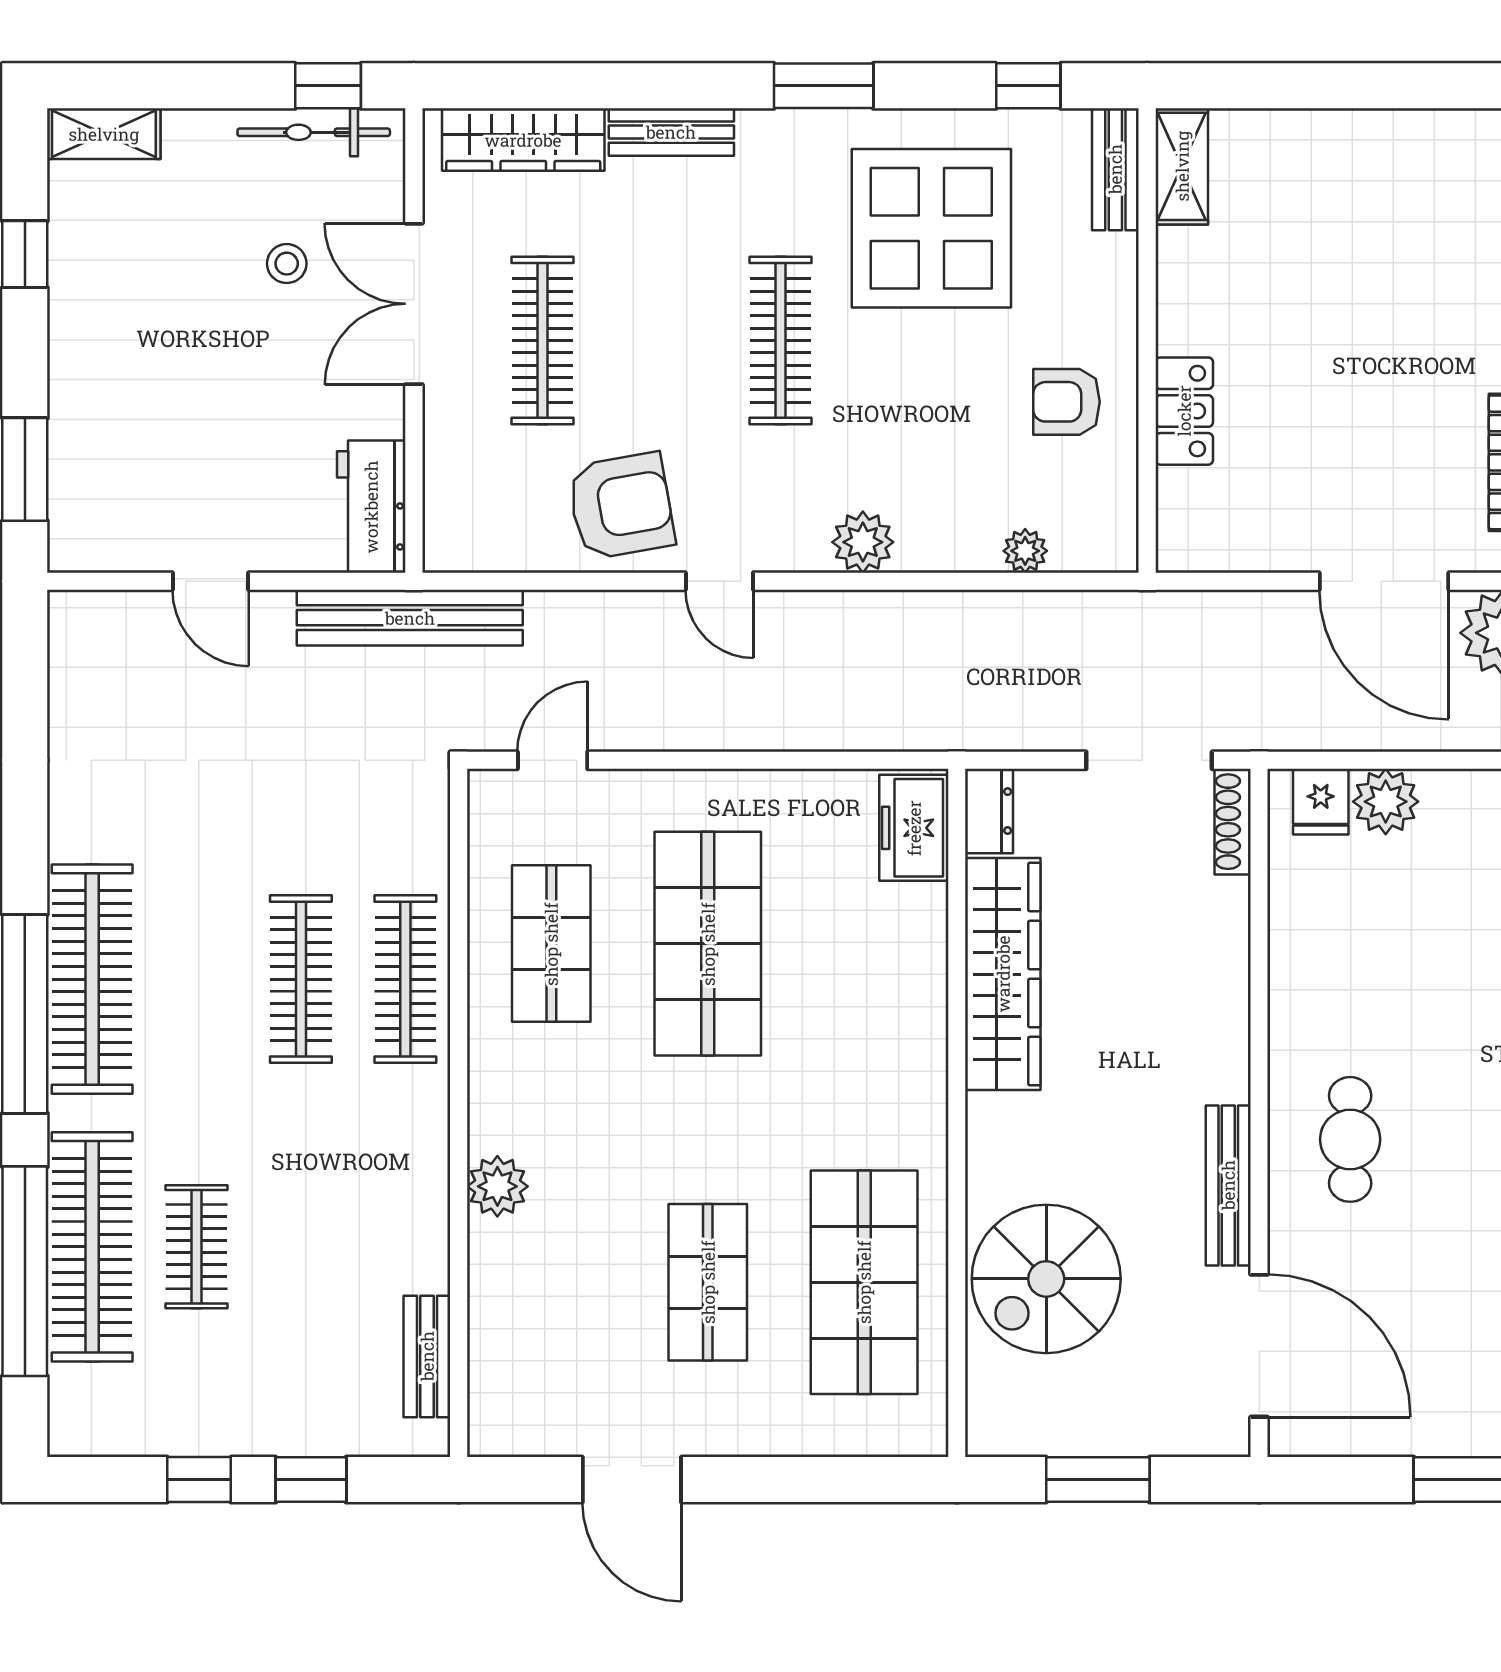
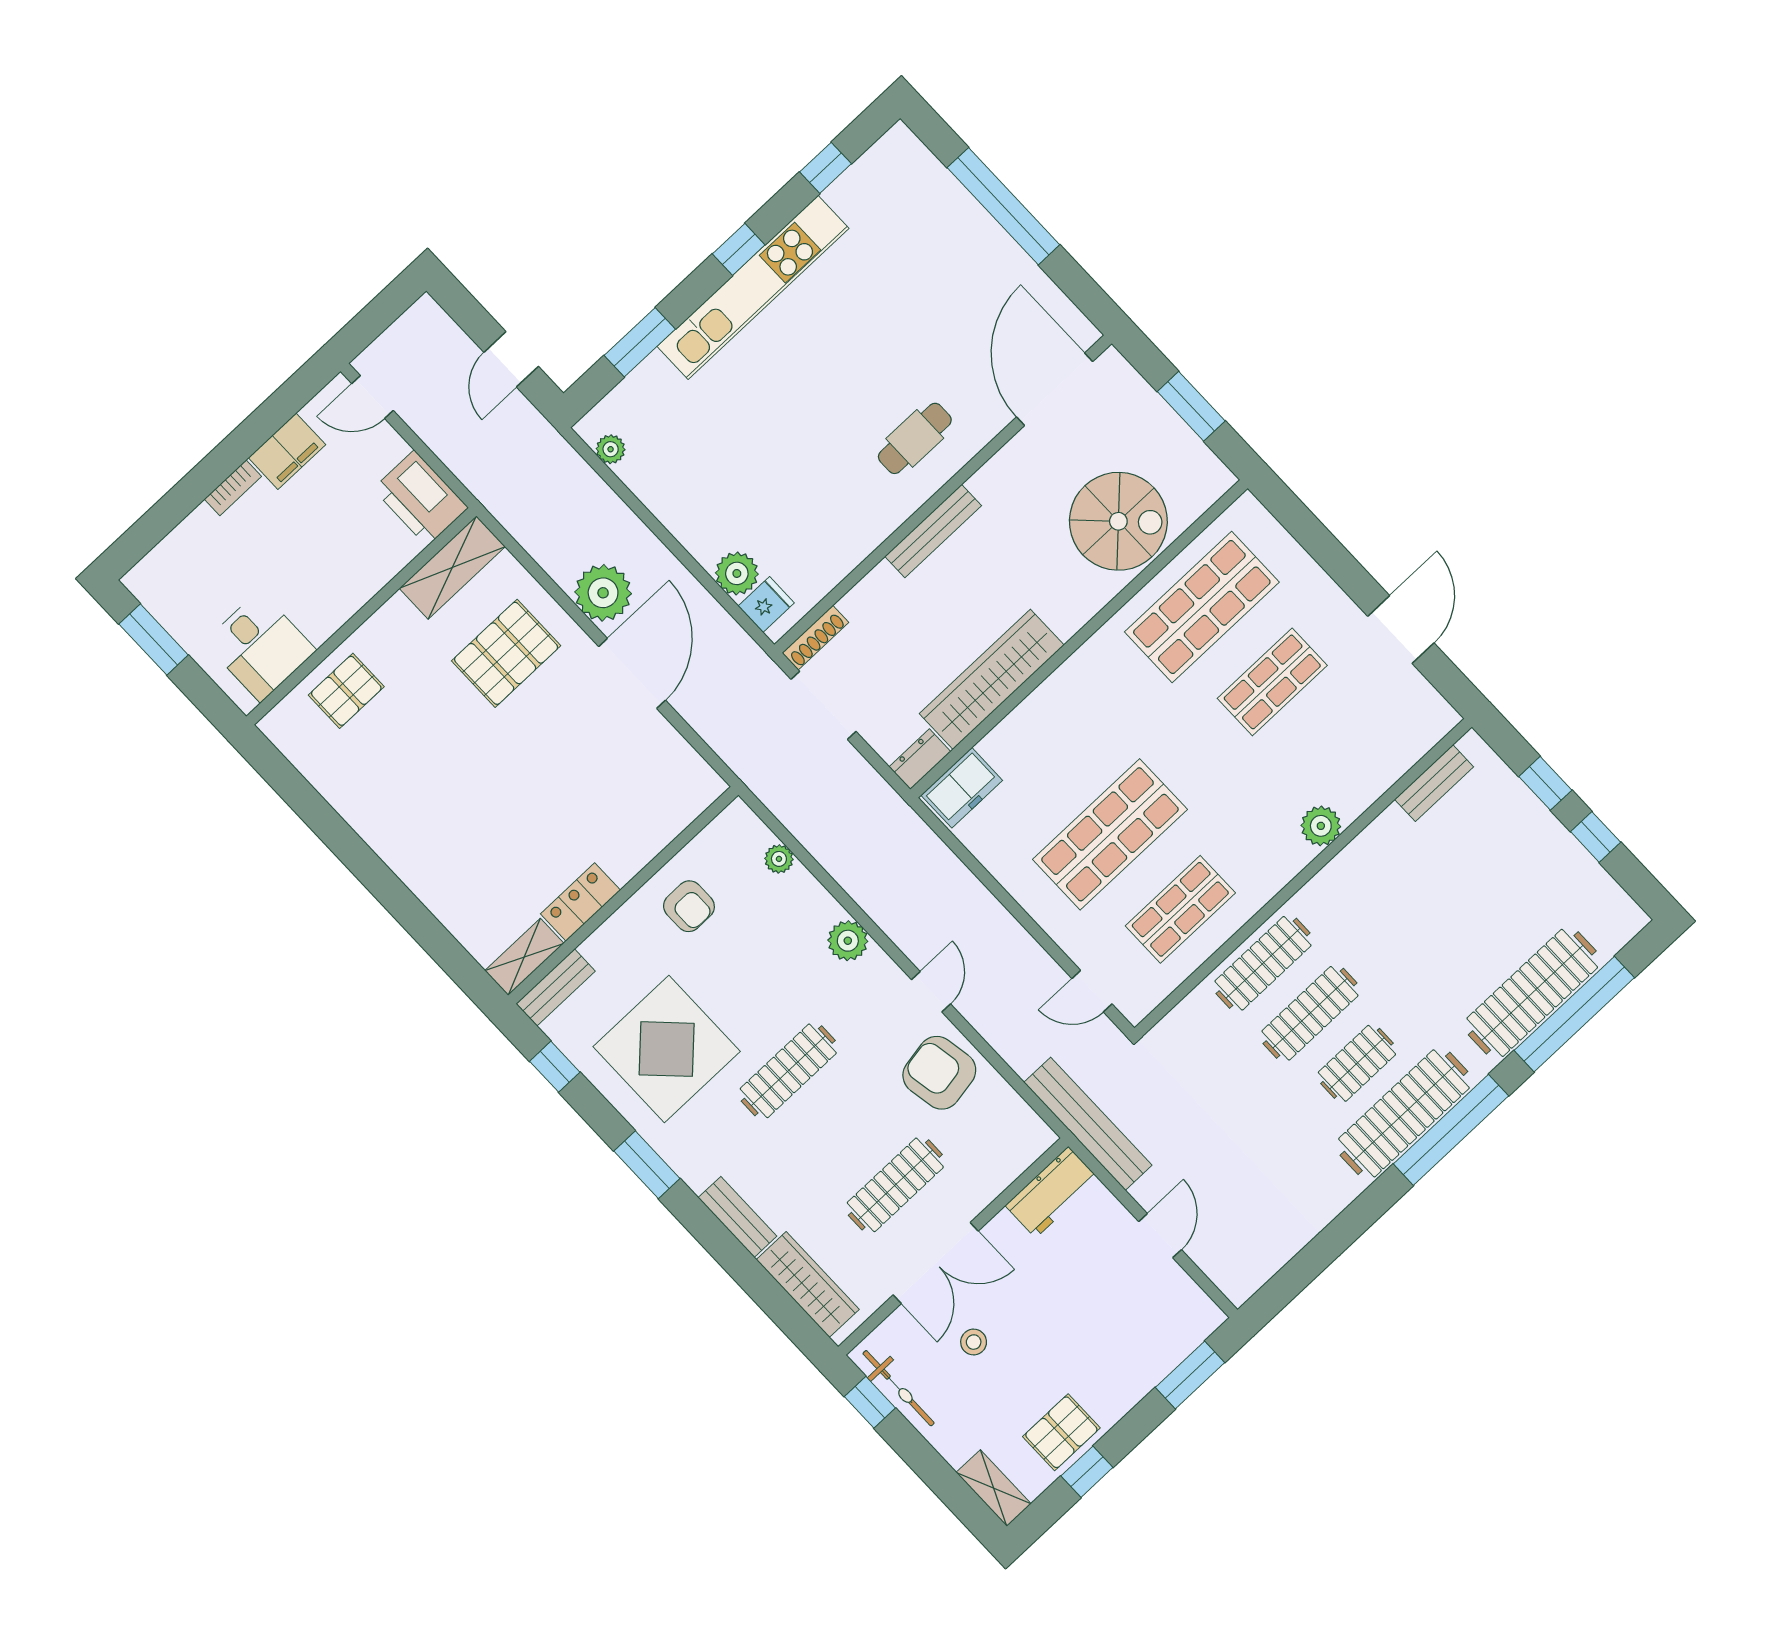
pallet: (95, 267) -> (1061, 1432), added
locker: (1184, 411) -> (580, 902), moved
bench: (1228, 1185) -> (933, 531), moved
clothes rail: (197, 1247) -> (1357, 1063), moved

